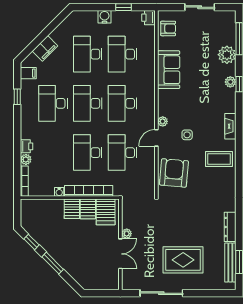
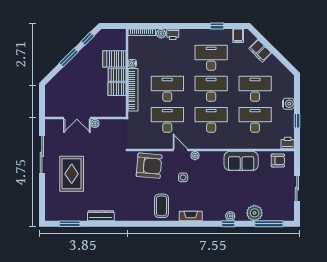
armchair: (168, 28) -> (278, 160), turned -90
server rack: (106, 212) -> (114, 59), moved
bench: (230, 262) -> (69, 216), removed

